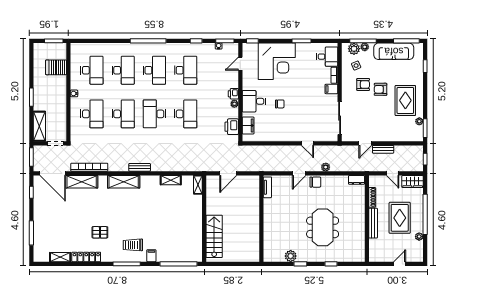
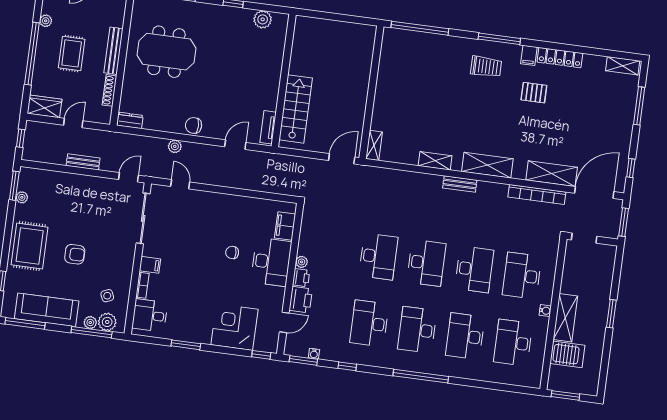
corner desk: (277, 61) -> (234, 327), width x0.74, depth x0.74
armchair: (363, 84) -> (100, 265), removed
rug: (405, 100) -> (30, 246), moved
desk: (254, 101) -> (271, 262), width x1.37
desk: (123, 114) -> (474, 269), turned 180
desk: (186, 114) -> (378, 257), turned 180
shelving: (39, 126) -> (565, 318), moved
printer: (232, 127) -> (301, 300), moved
door: (308, 143) -> (180, 184), moved
door: (365, 143) -> (128, 177), moved
door: (53, 173) -> (594, 192), hinge flipped
door: (228, 173) -> (342, 159), moved
door: (299, 173) -> (235, 145), moved
door: (393, 173) -> (73, 123), hinge flipped
shelving: (171, 180) -> (435, 161), moved
rug: (400, 218) -> (72, 53), width x0.73, depth x0.70
meeting table: (323, 227) -> (166, 52), moved, turned 90
stairs: (214, 236) -> (296, 109), moved, turned 180
filing cabinet: (151, 256) -> (529, 55), moved
plant: (291, 256) -> (263, 19), moved
shelving: (60, 257) -> (623, 66), moved

